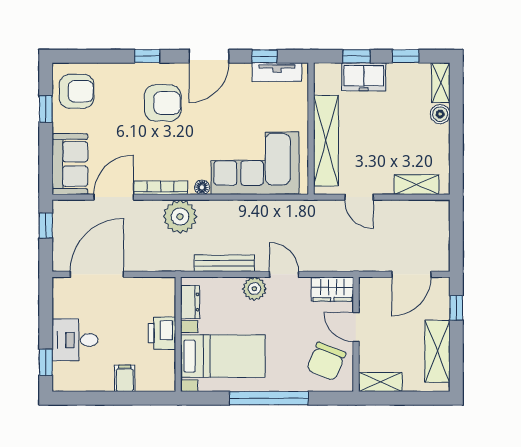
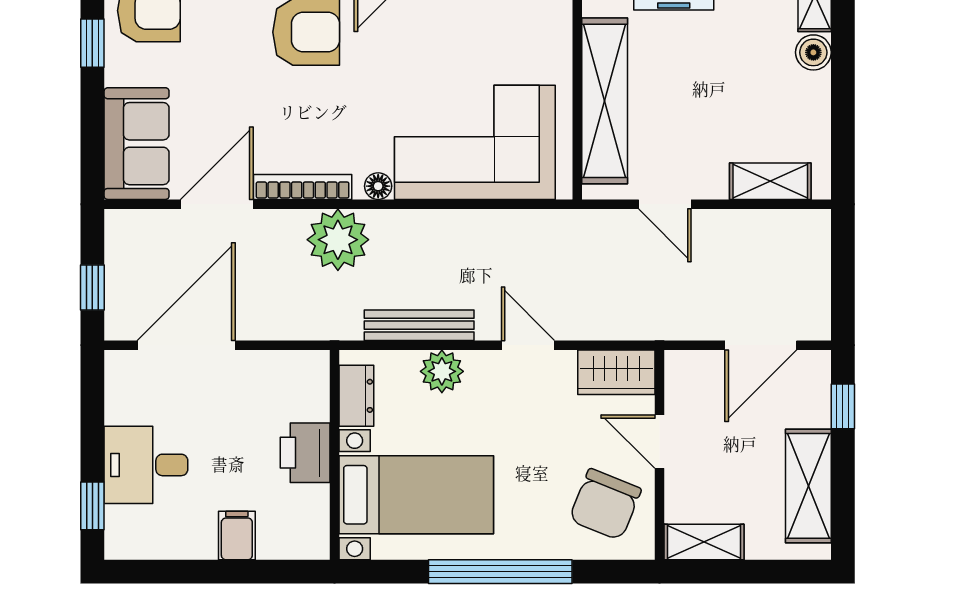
window: (46, 225) -> (92, 287), moved
plant: (254, 289) -> (442, 371), moved

